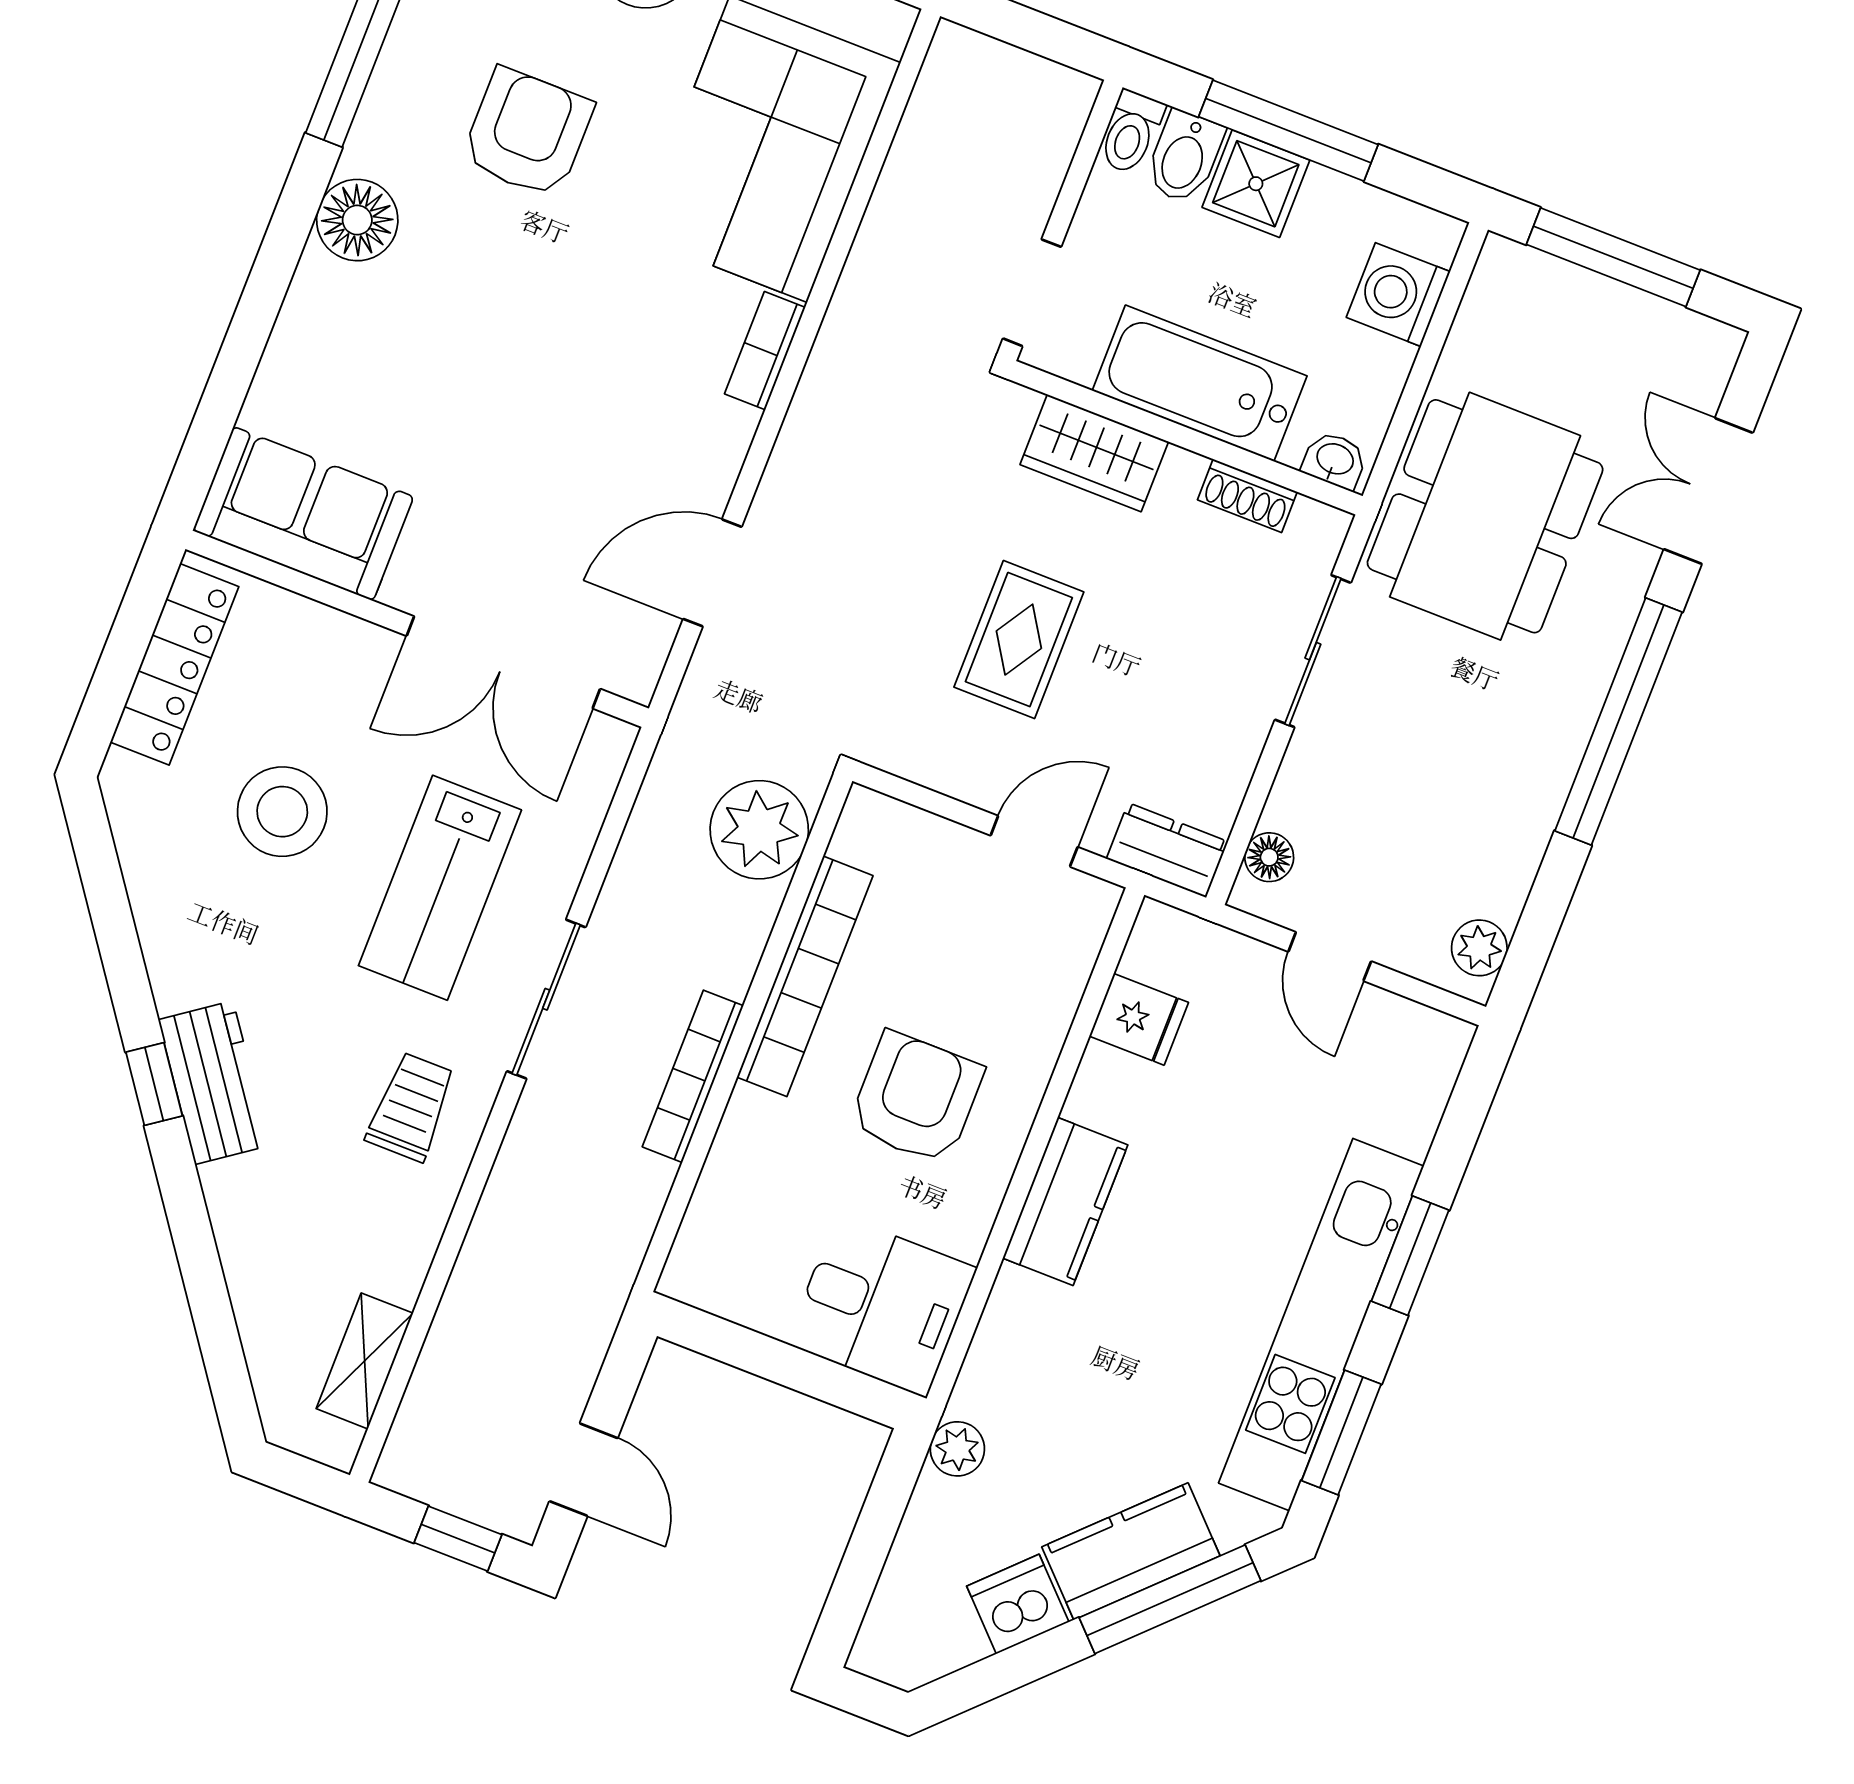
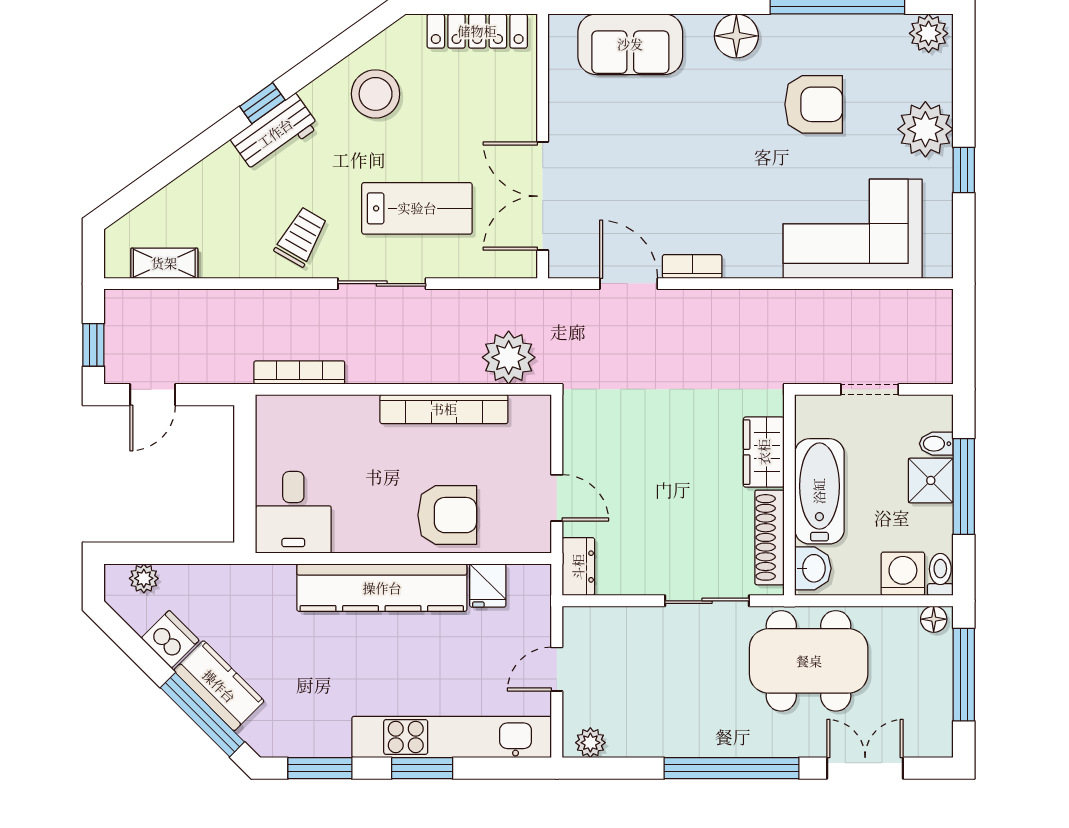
toilet: (1131, 132) -> (940, 574), moved, turned 90
bidet: (1184, 157) -> (936, 444), width x0.72, depth x0.74
doorway: (1032, 293) -> (870, 389), moved
bookcase: (765, 351) -> (692, 266), moved
washbasin: (1335, 460) -> (813, 568), width x1.38, depth x1.45
shoe rack: (1247, 496) -> (769, 537), width x1.94, depth x1.24
sofa: (303, 514) -> (630, 44), moved, turned 90
rug: (1019, 640) -> (655, 451), removed
stool: (282, 812) -> (376, 94), moved
floor lamp: (1269, 857) -> (934, 619), moved
lab bench: (440, 888) -> (417, 208), turned 180
bookcase: (693, 1076) -> (299, 372), moved
armchair: (916, 1098) -> (447, 515), moved
trolley: (411, 1107) -> (301, 237), turned -60
kitchen counter: (1065, 1201) -> (382, 588), width x2.08, depth x1.17
kitchen unit: (1321, 1325) -> (452, 737), moved
plant: (957, 1449) -> (144, 578), moved

